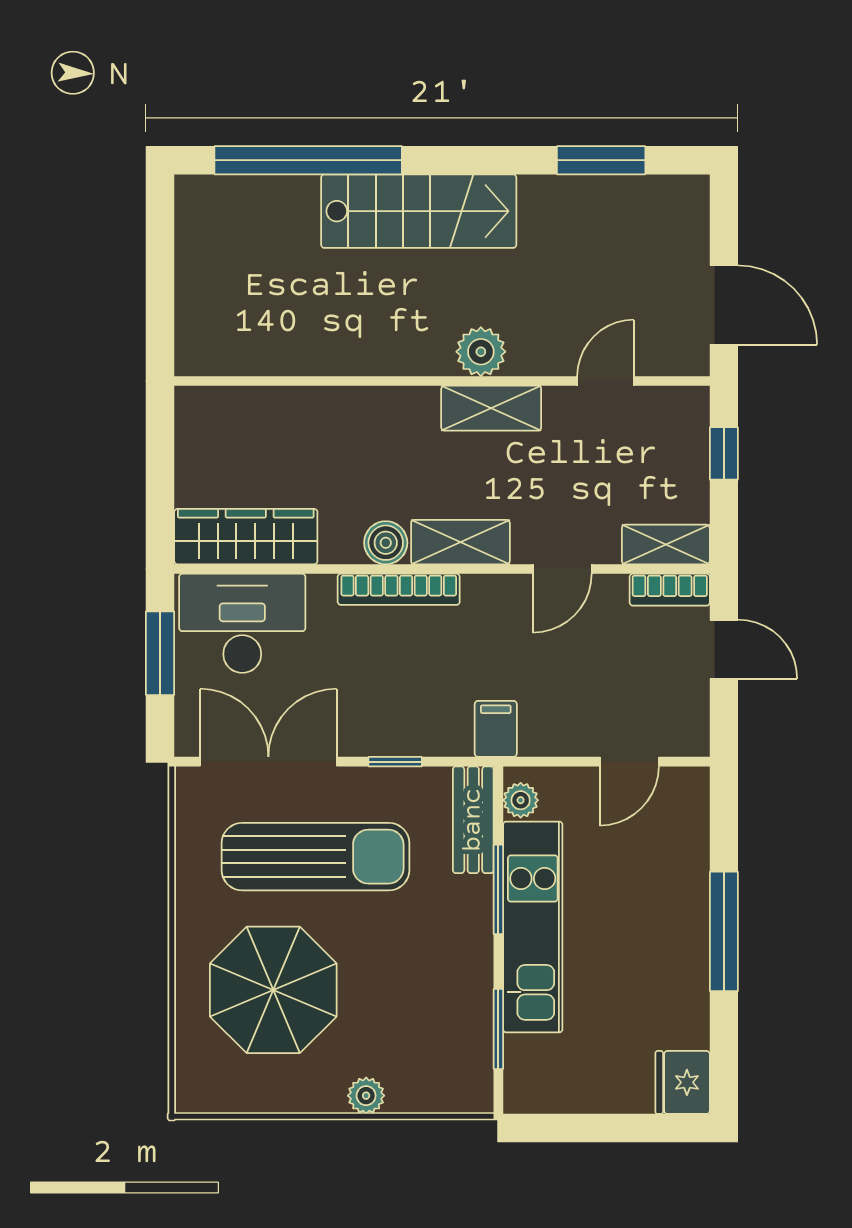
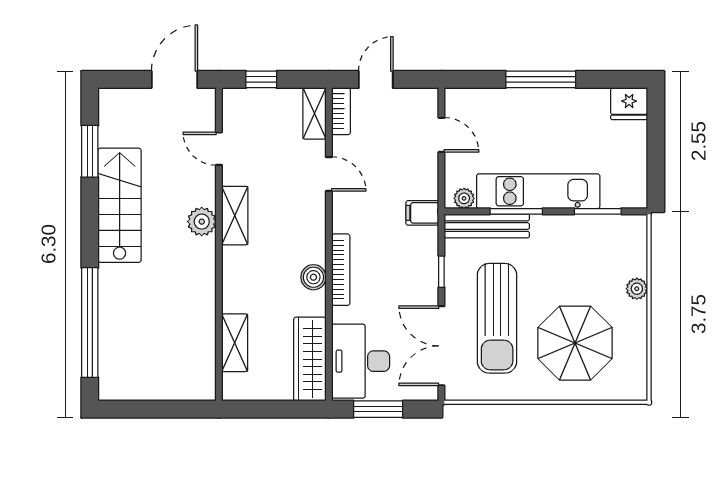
stairs: (419, 211) -> (120, 205), moved
shelving: (460, 542) -> (235, 343), moved
bench: (473, 820) -> (487, 226), width x1.36
sun lounger: (316, 857) -> (497, 318), turned 180

